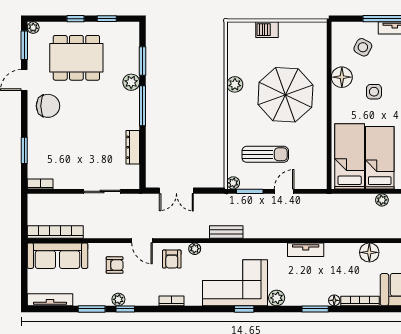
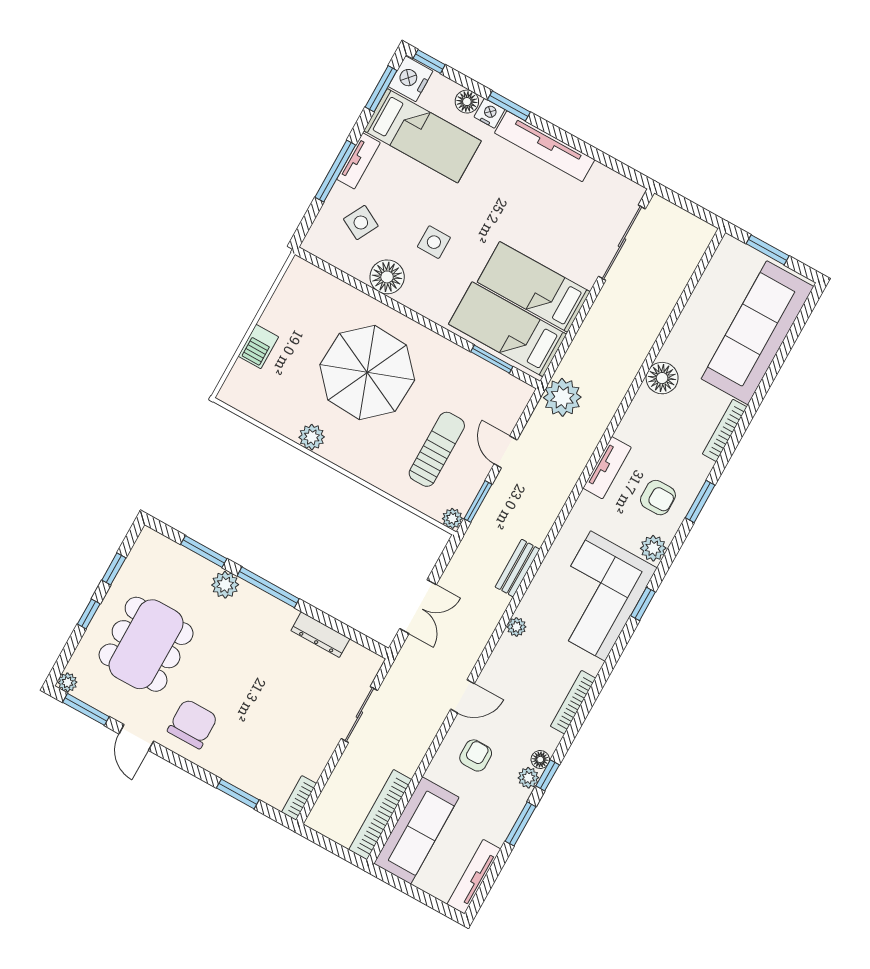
window: (329, 157) -> (492, 359), added
plant: (382, 200) -> (562, 397), moved, width x1.88, depth x1.88
armchair: (172, 259) -> (658, 498), moved
floor lamp: (334, 300) -> (540, 760), moved
bookcase: (172, 301) -> (573, 702), width x1.56

